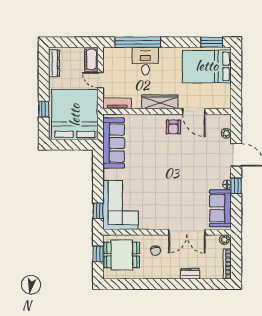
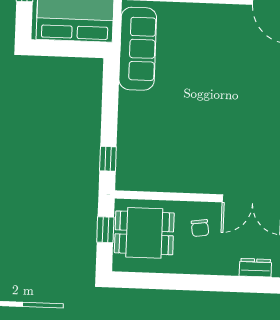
armchair: (173, 127) -> (237, 26), removed
corner sofa: (121, 205) -> (145, 151), removed

